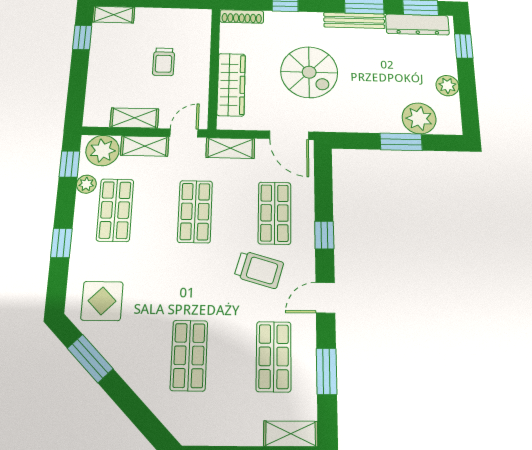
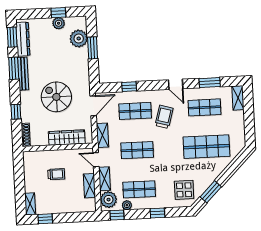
window: (464, 46) -> (58, 13), moved
spiral stairs: (309, 72) -> (56, 97), turned -90
window: (324, 235) -> (129, 87), moved
shop shelf: (189, 355) -> (206, 147), width x1.43, depth x1.36

